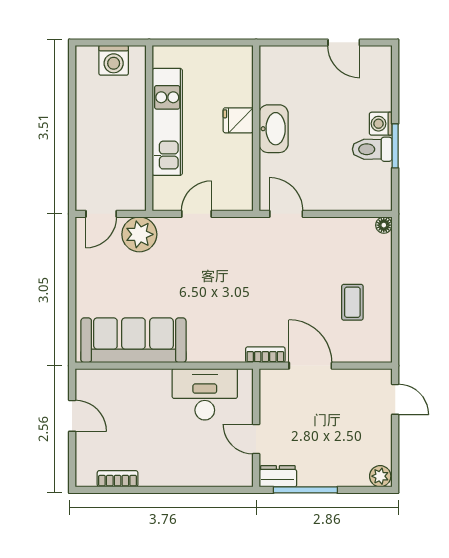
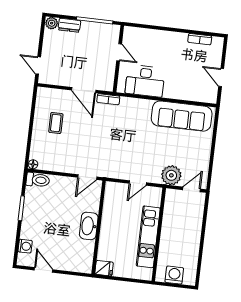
fridge: (238, 120) -> (104, 268), moved
washing machine: (381, 124) -> (25, 246), moved
toilet: (372, 149) -> (38, 180), moved
door: (286, 214) -> (87, 177), hinge flipped
dresser: (278, 476) -> (69, 25), moved

